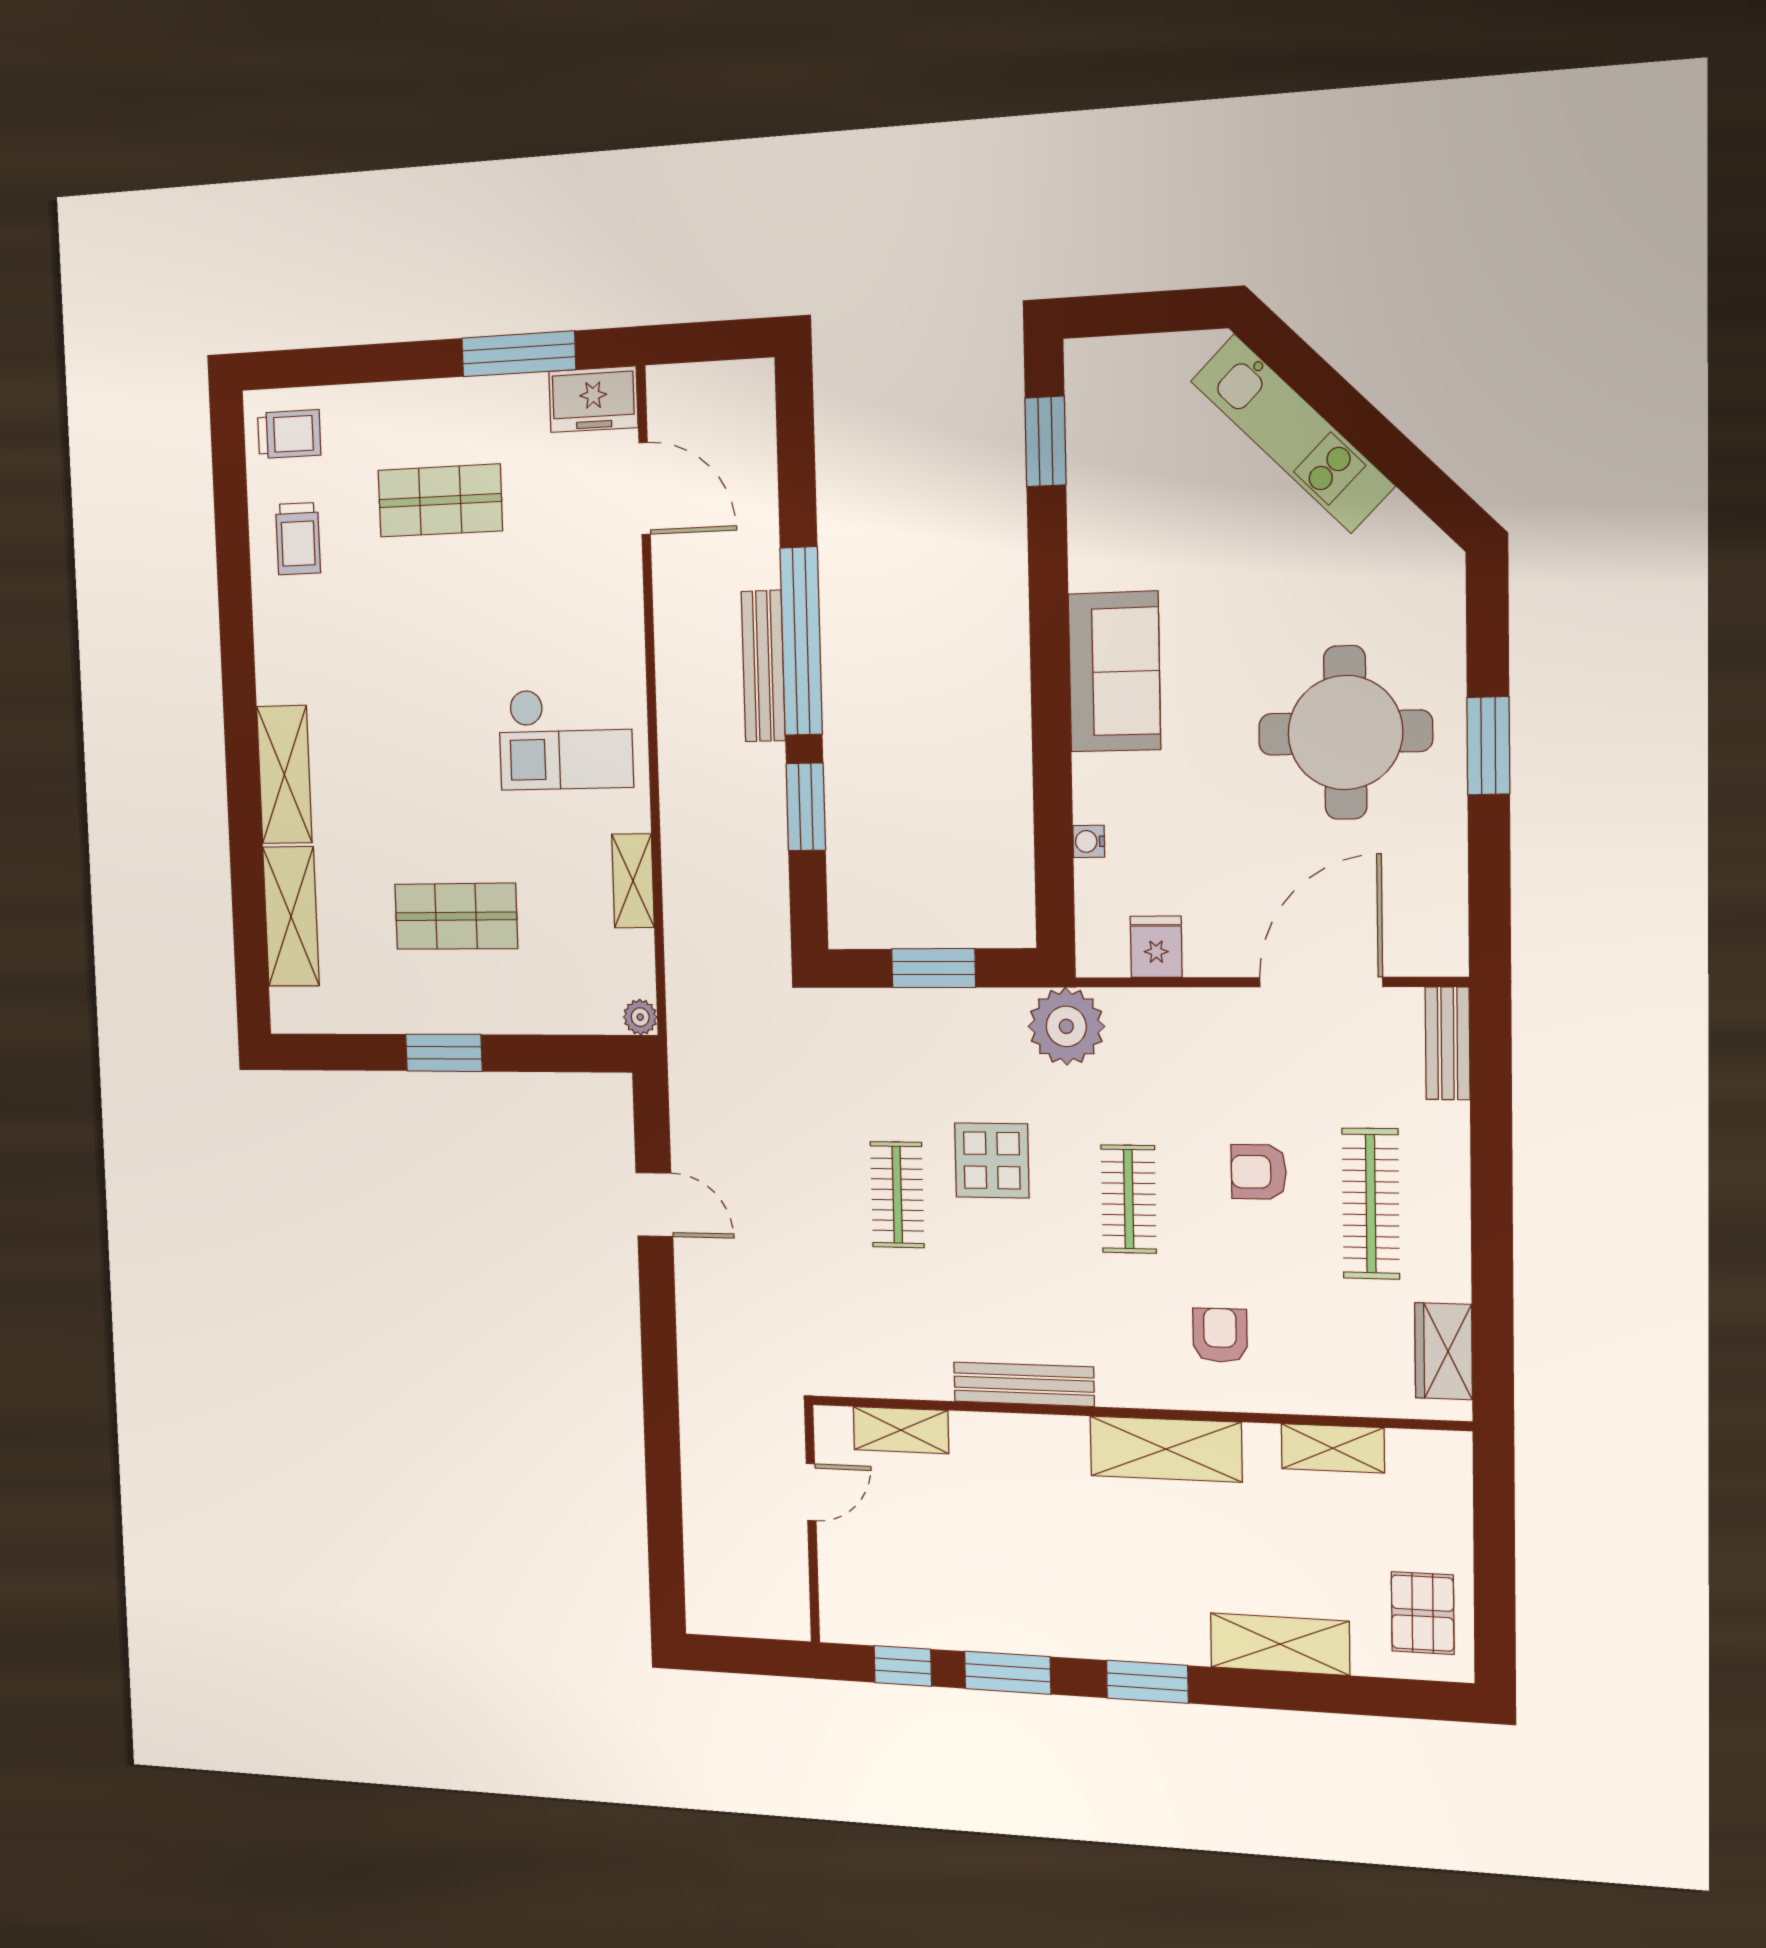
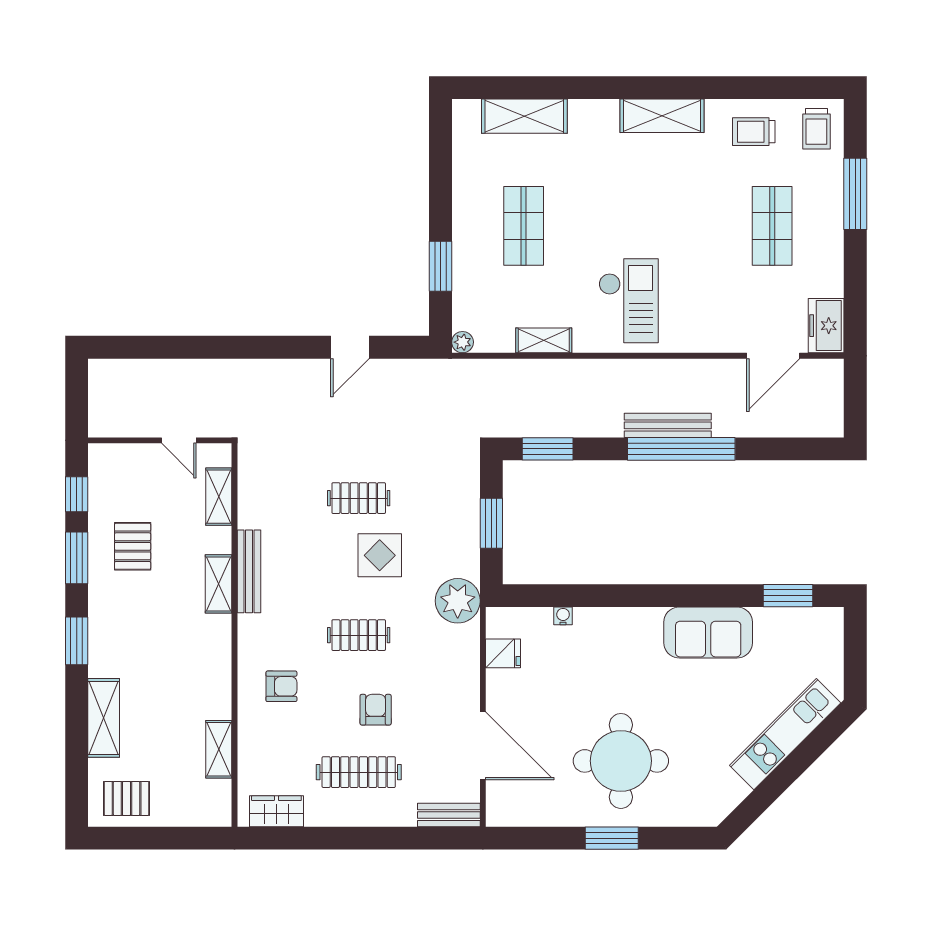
window: (519, 354) -> (855, 194), moved
sofa: (1114, 672) -> (708, 632), moved
checkout: (566, 739) -> (629, 301), turned 180
shelving: (284, 775) -> (662, 116), moved
window: (806, 807) -> (548, 449), moved
window: (444, 1053) -> (441, 266), moved
shelving: (1166, 1449) -> (219, 584), moved, width x0.67, depth x0.75
pallet: (986, 1578) -> (133, 546), added

